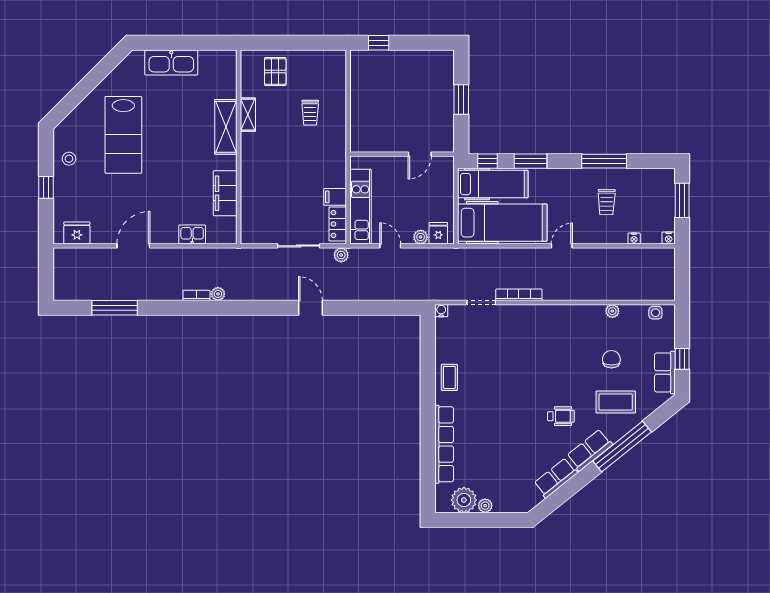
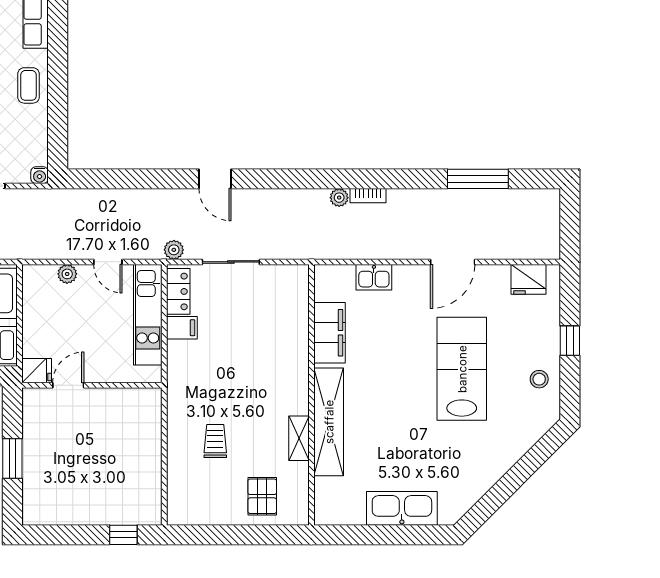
shelving: (226, 127) -> (329, 422), width x1.47
lab bench: (123, 135) -> (462, 369), moved
fridge: (438, 233) -> (37, 371), moved, turned -90

